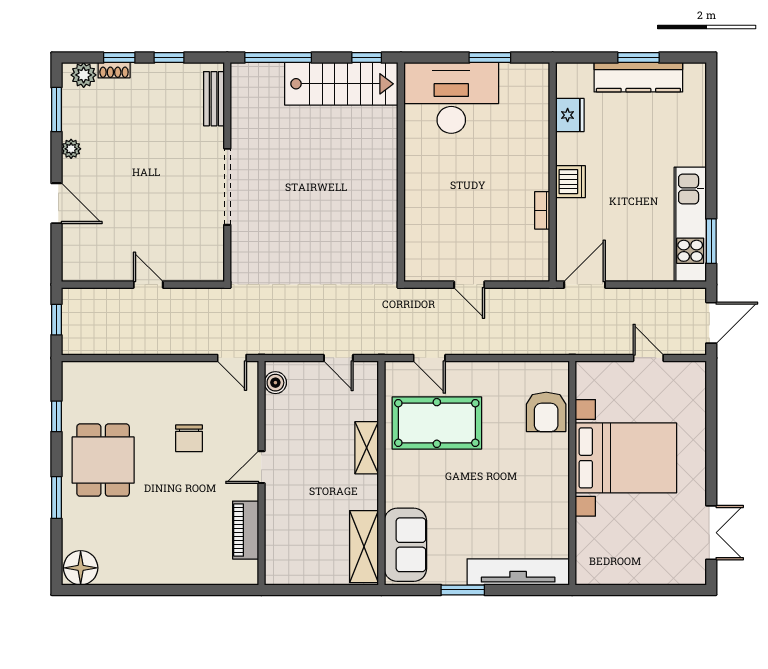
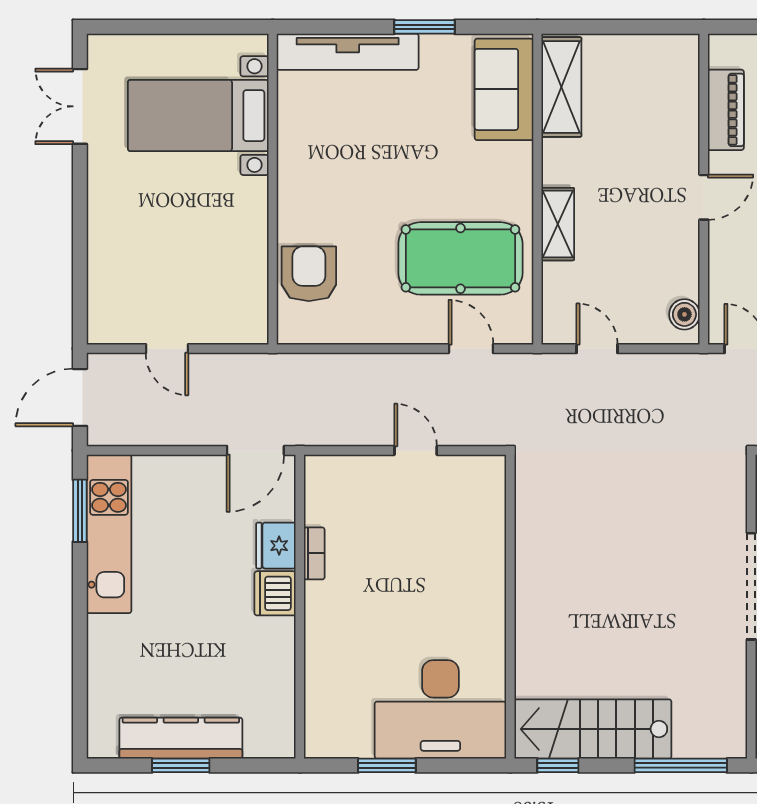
fridge: (570, 115) -> (276, 546), moved
bed with nightstands: (626, 458) -> (198, 116), moved, width x0.73

